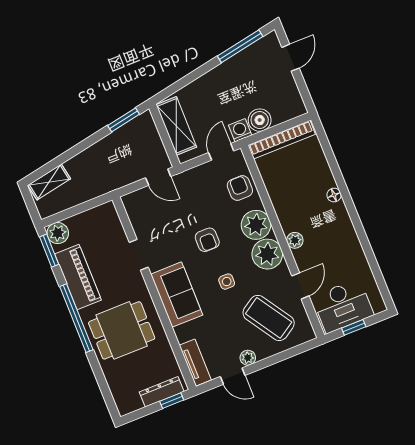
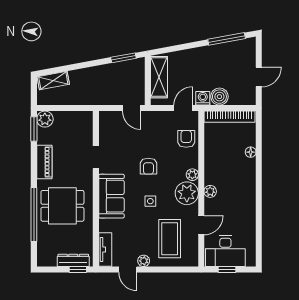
door: (290, 58) -> (259, 77), moved
floor lamp: (334, 195) -> (251, 152), moved
plant: (256, 225) -> (192, 175), width x0.53, depth x0.53
piano: (78, 277) -> (44, 162), width x0.73, depth x0.75
window: (76, 318) -> (34, 215), moved
coffee table: (269, 318) -> (170, 239), turned 33

